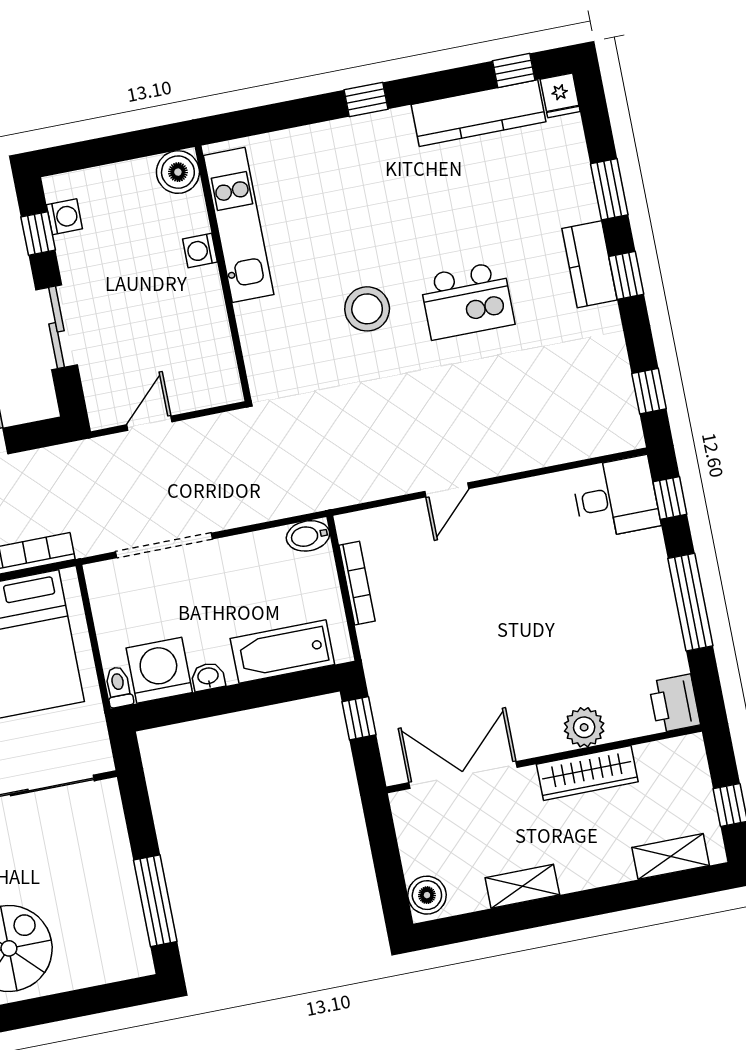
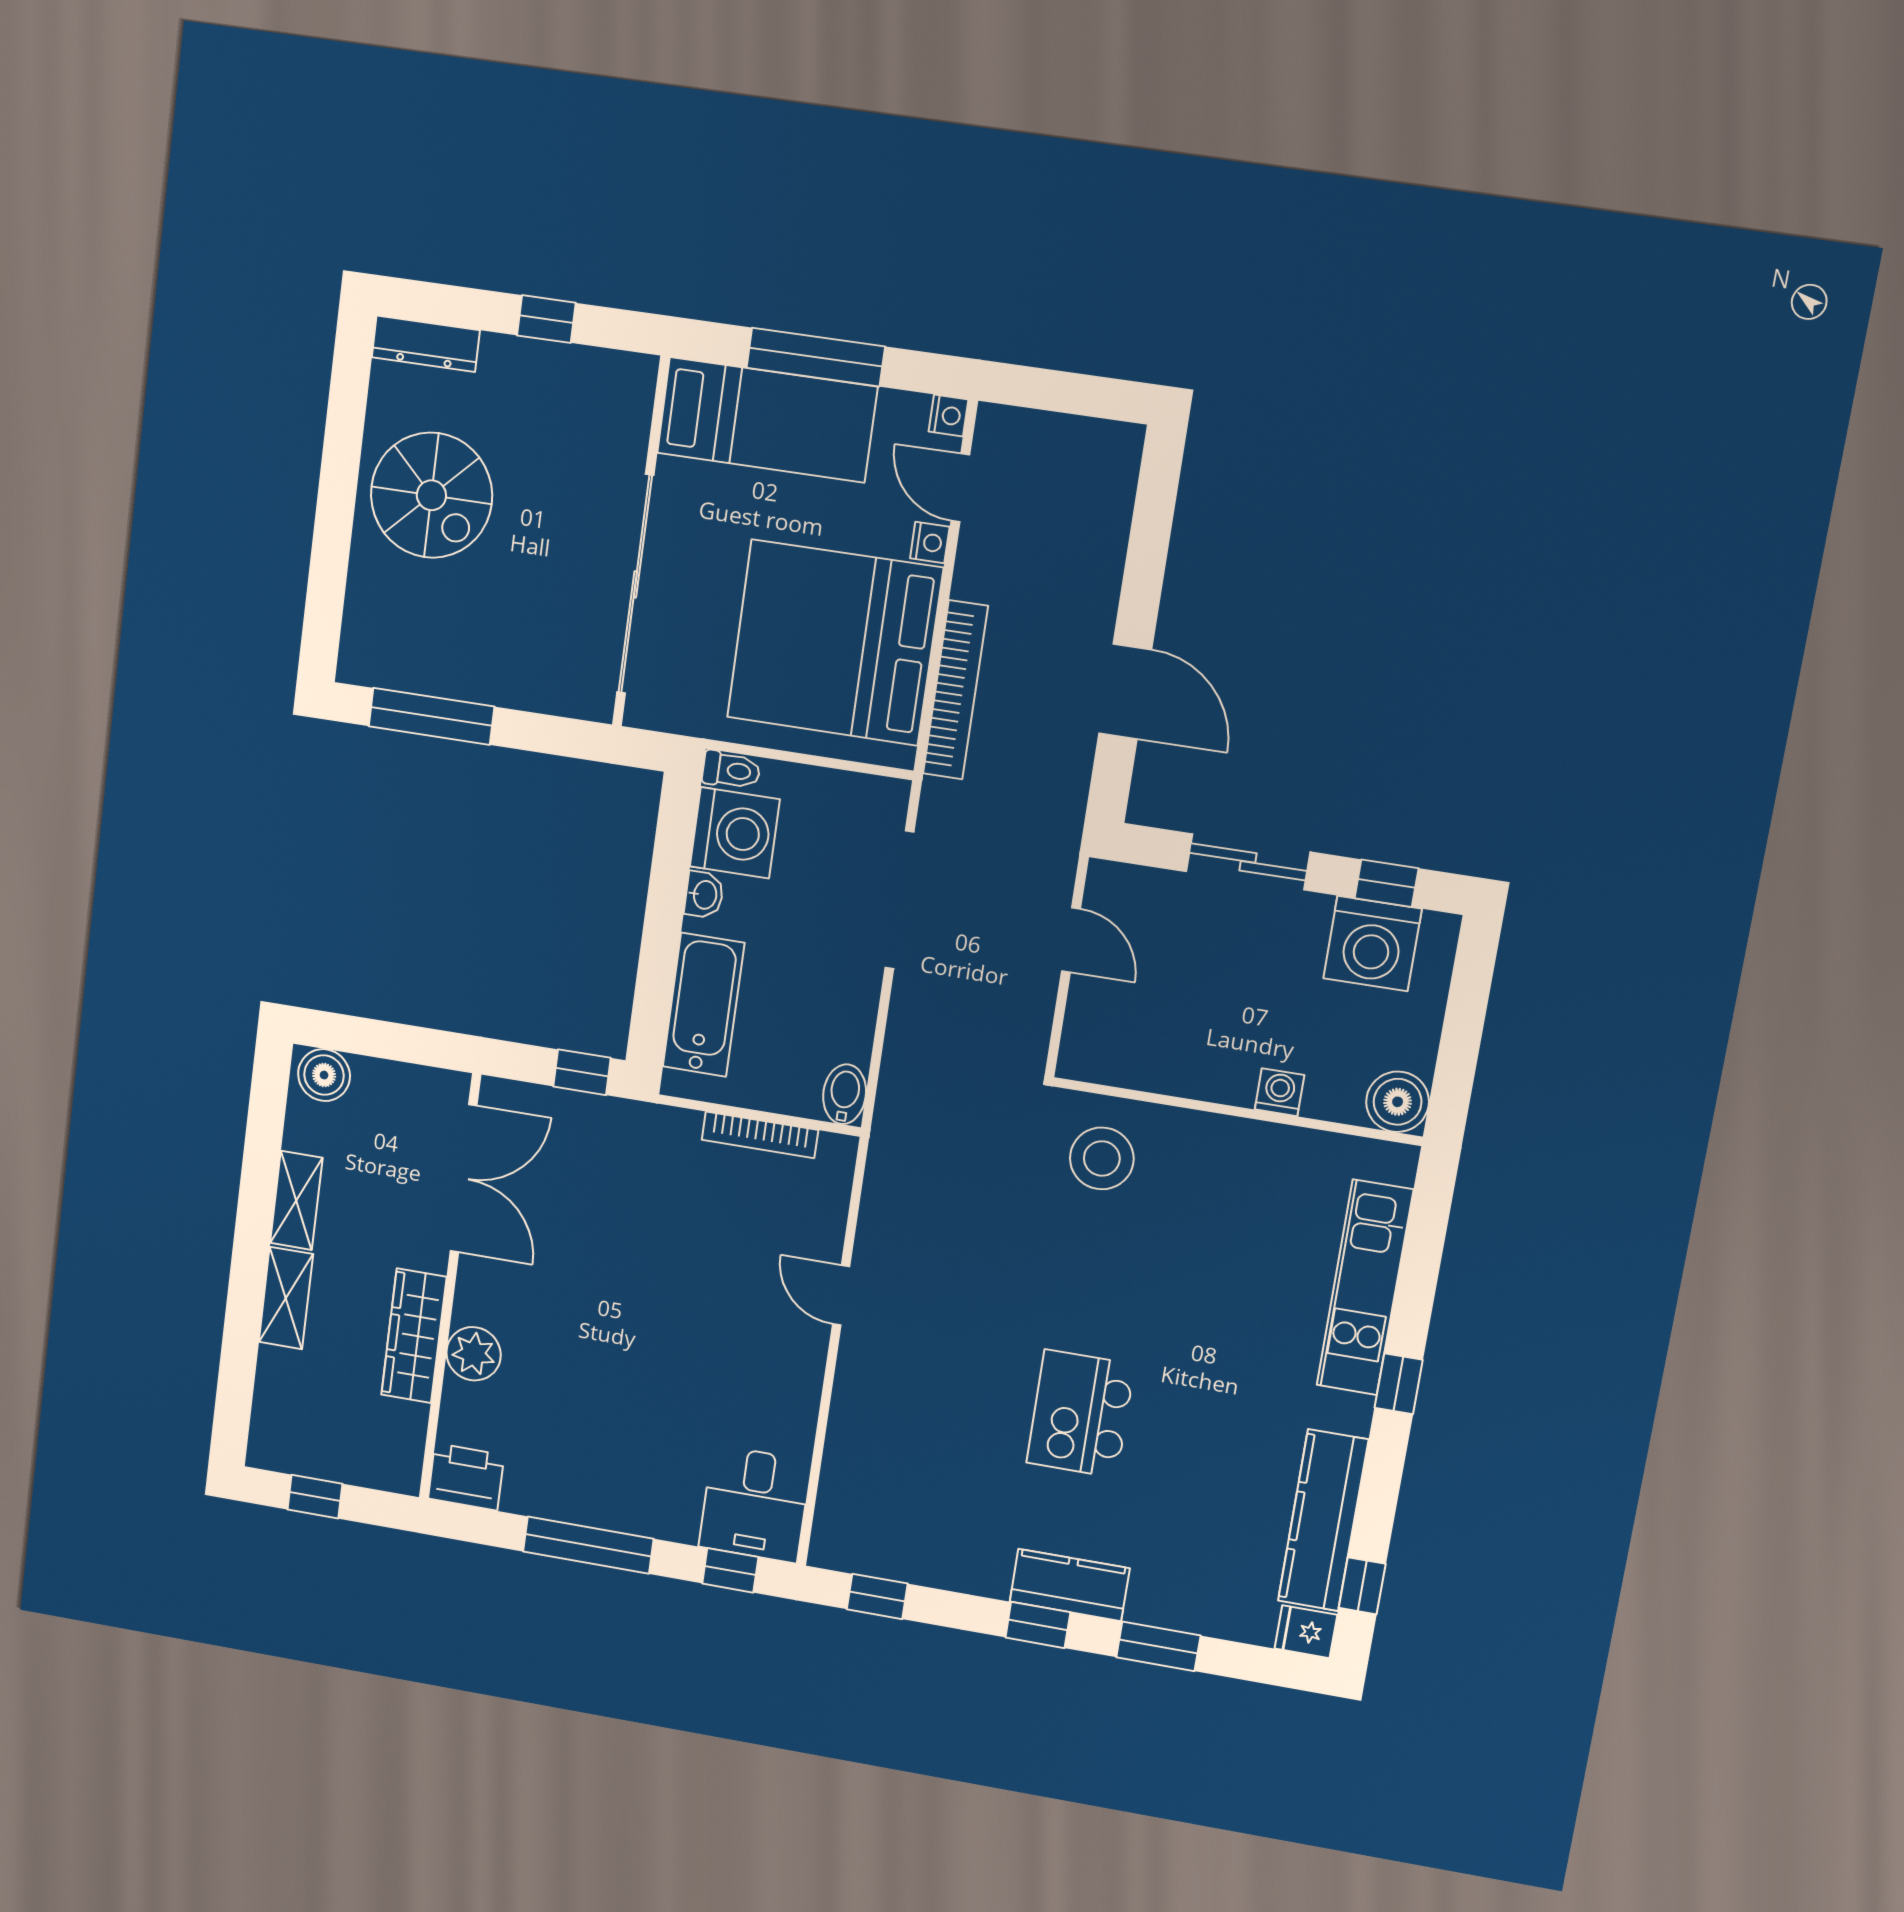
washing machine: (64, 217) -> (1372, 944), width x1.89, depth x1.89
kitchen unit: (239, 225) -> (1365, 1288), moved, turned 90
stool: (367, 309) -> (1102, 1158), moved
shelving: (671, 856) -> (286, 1298), moved

